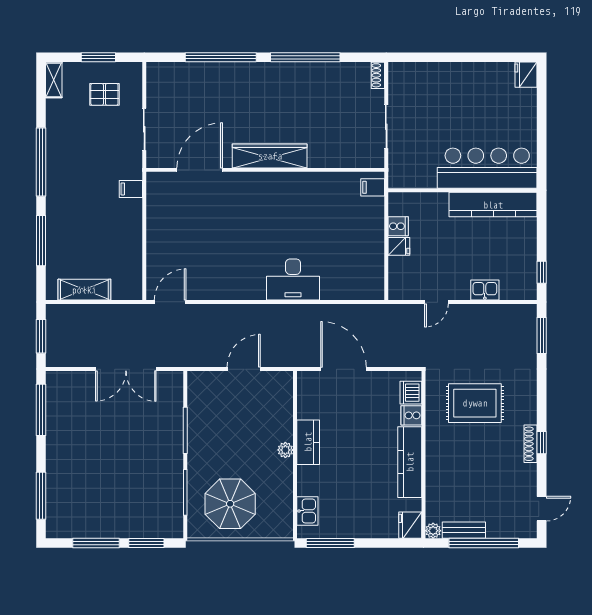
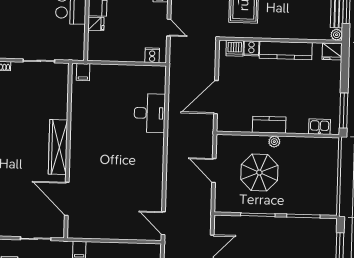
cooker: (398, 226) -> (152, 55), moved
fridge: (399, 246) -> (96, 24), moved, turned 90
desk: (293, 279) -> (150, 113), moved
parasol: (230, 504) -> (259, 173), moved

